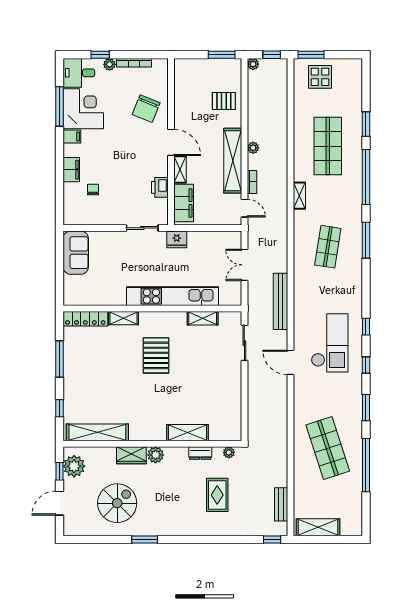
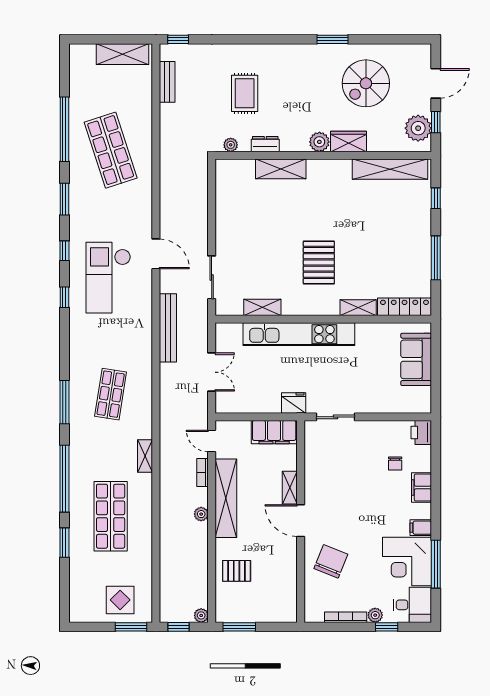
printer: (160, 187) -> (421, 432), moved, turned 180
filing cabinet: (184, 203) -> (274, 432), moved, turned -90
sofa: (76, 253) -> (416, 359), moved

